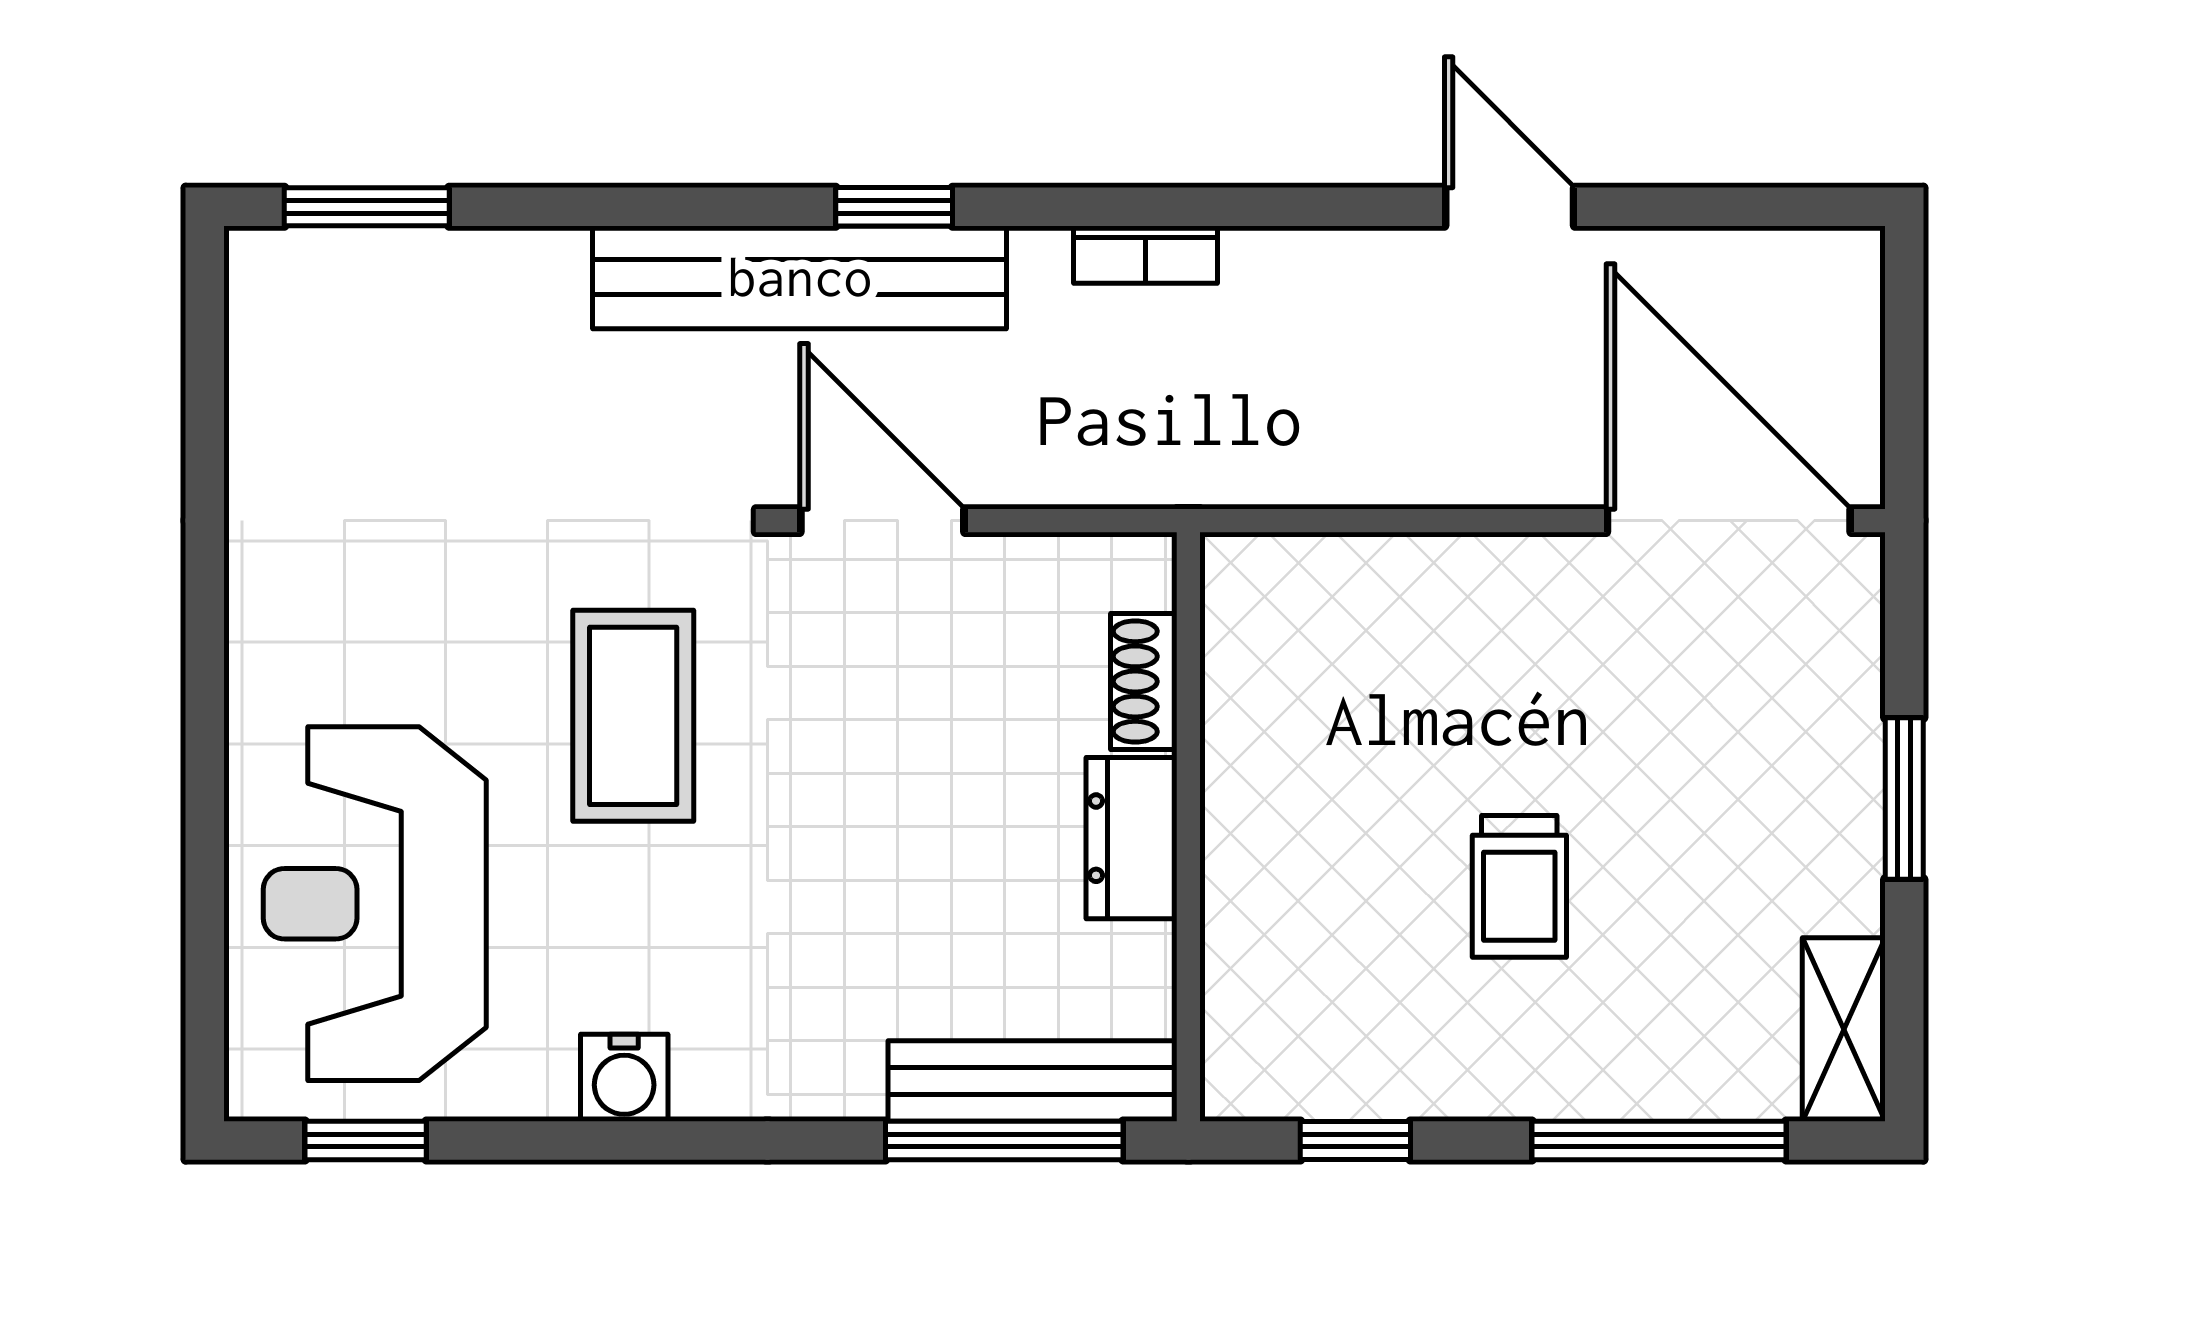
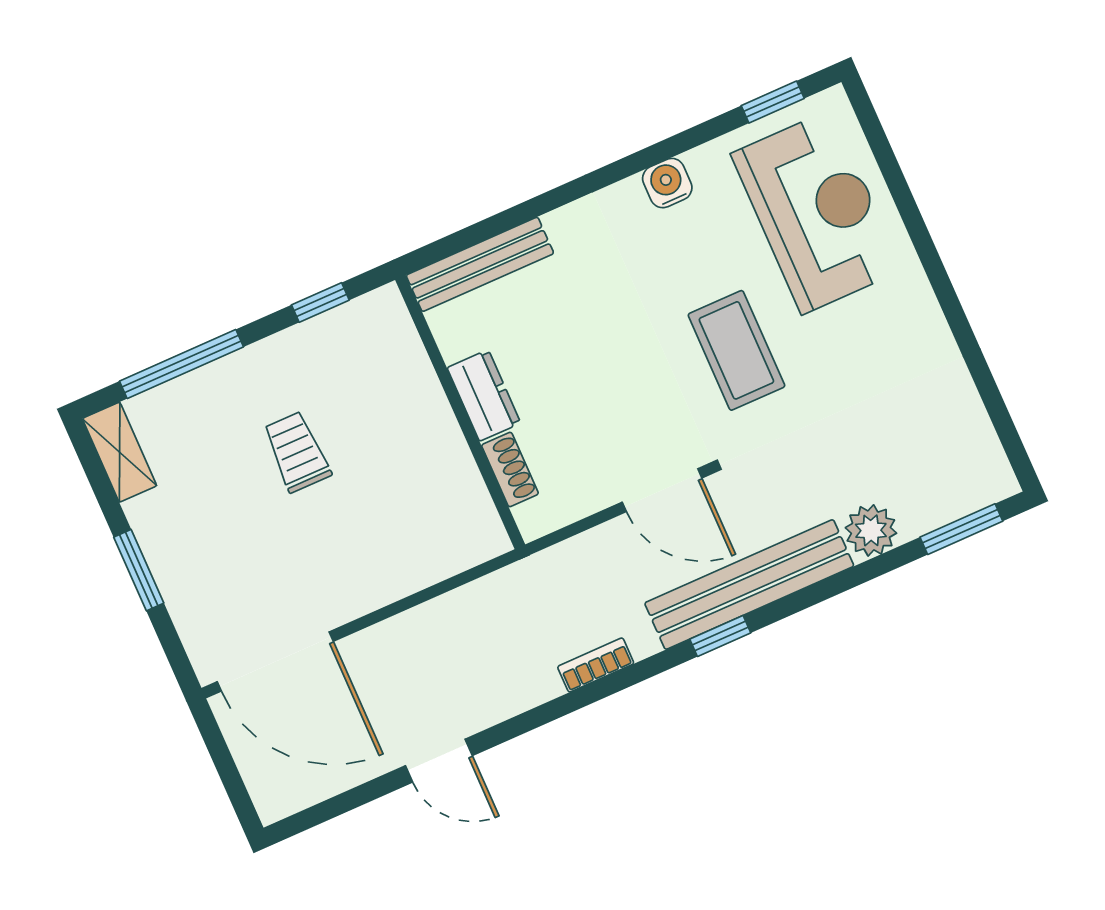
plant: (533, 278) -> (871, 530), added
window: (1004, 1141) -> (481, 231), removed

